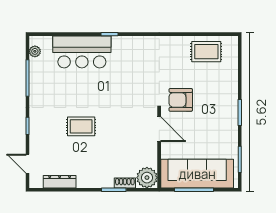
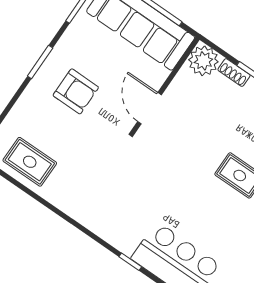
armchair: (181, 100) -> (76, 91), moved

